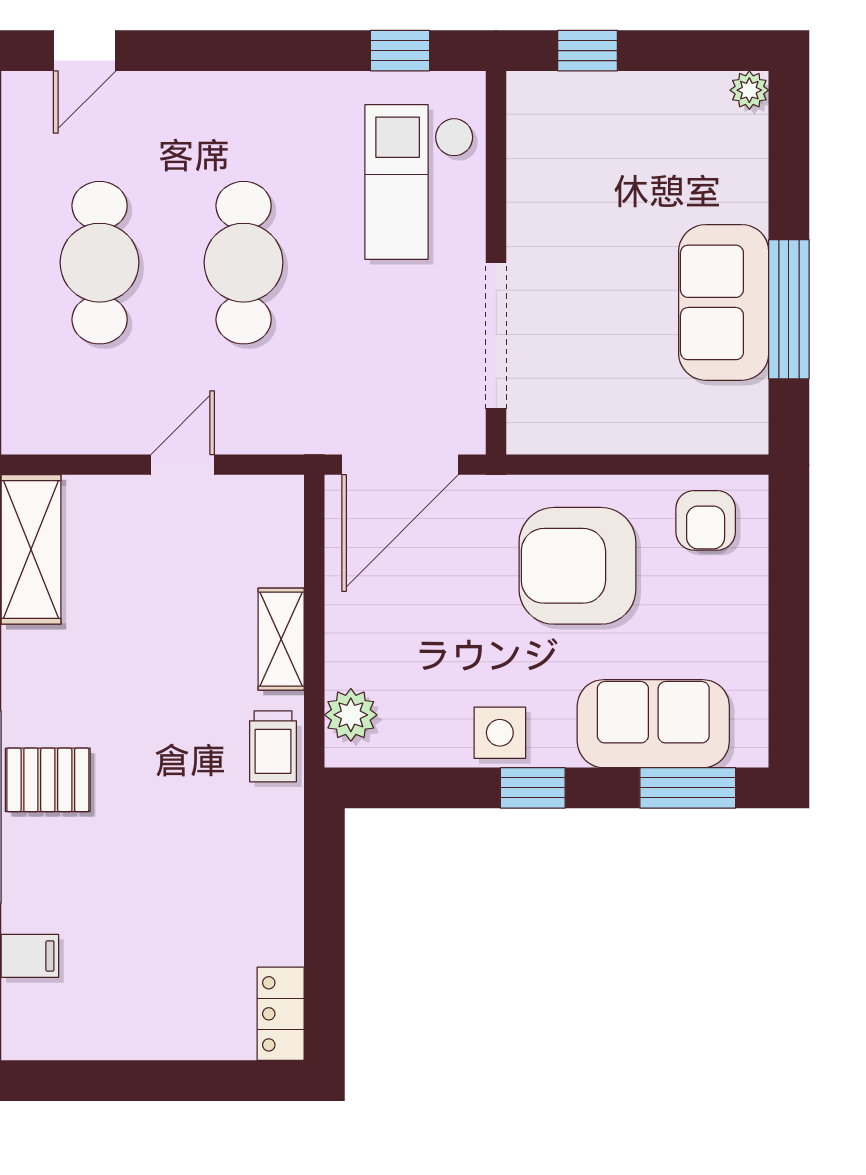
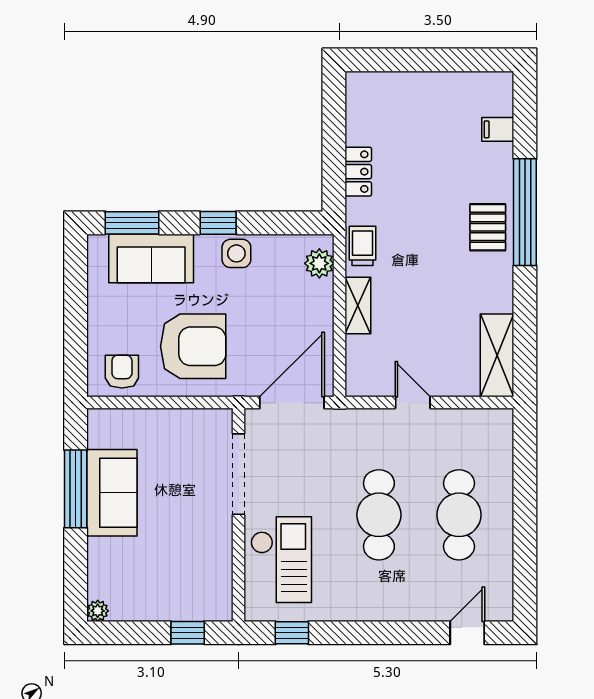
door: (183, 465) -> (413, 403), swing flipped
pallet: (48, 780) -> (488, 227), turned 90
locker: (281, 1014) -> (358, 172), moved

